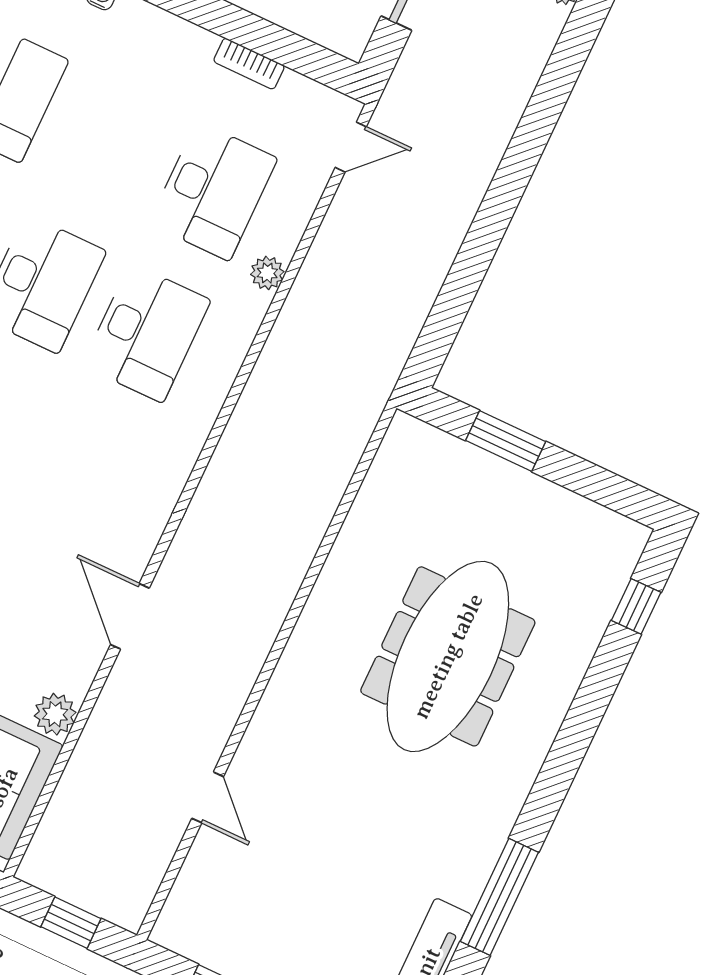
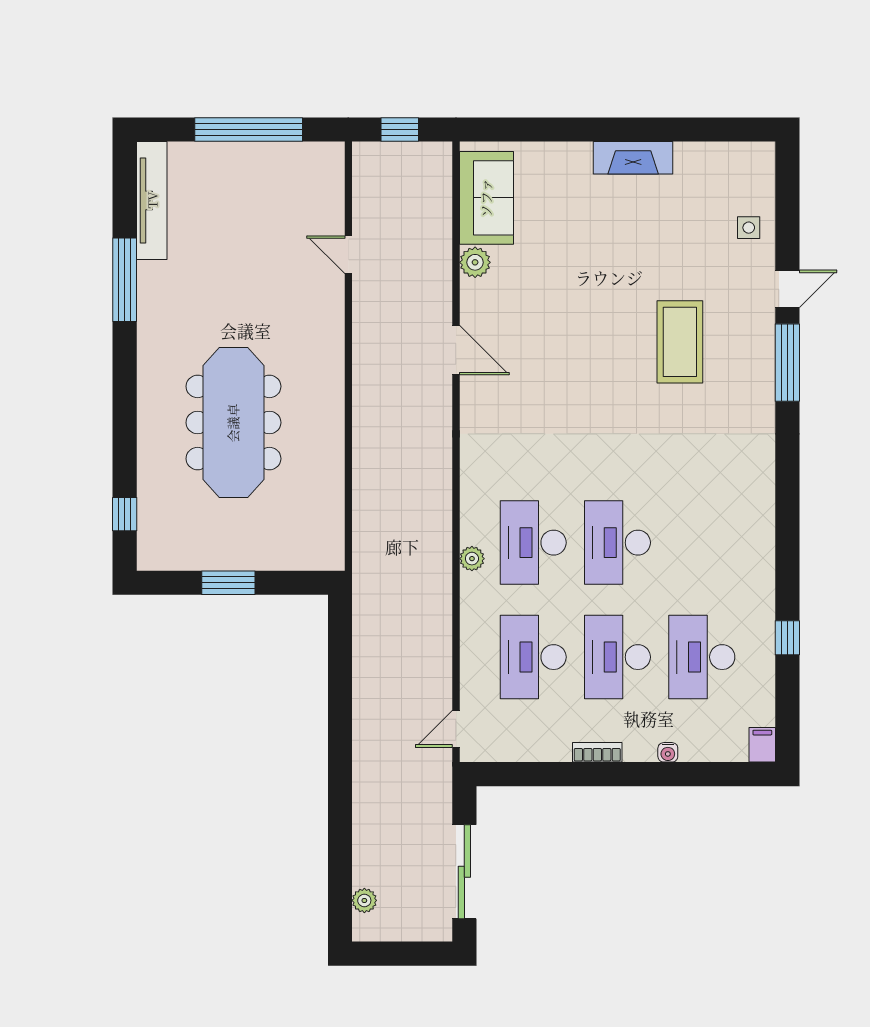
bookcase: (249, 64) -> (597, 752), moved
desk: (109, 142) -> (617, 657), added
plant: (267, 273) -> (472, 559), moved
window: (506, 441) -> (228, 583), moved

